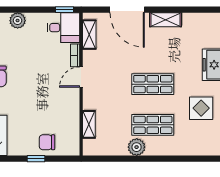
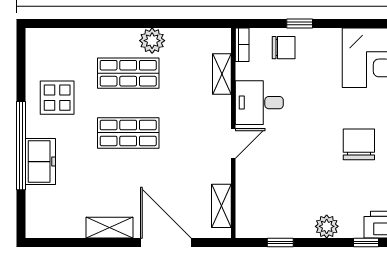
window: (65, 10) -> (280, 242), moved
desk: (63, 28) -> (259, 103), moved
bookcase: (75, 55) -> (242, 45), moved

